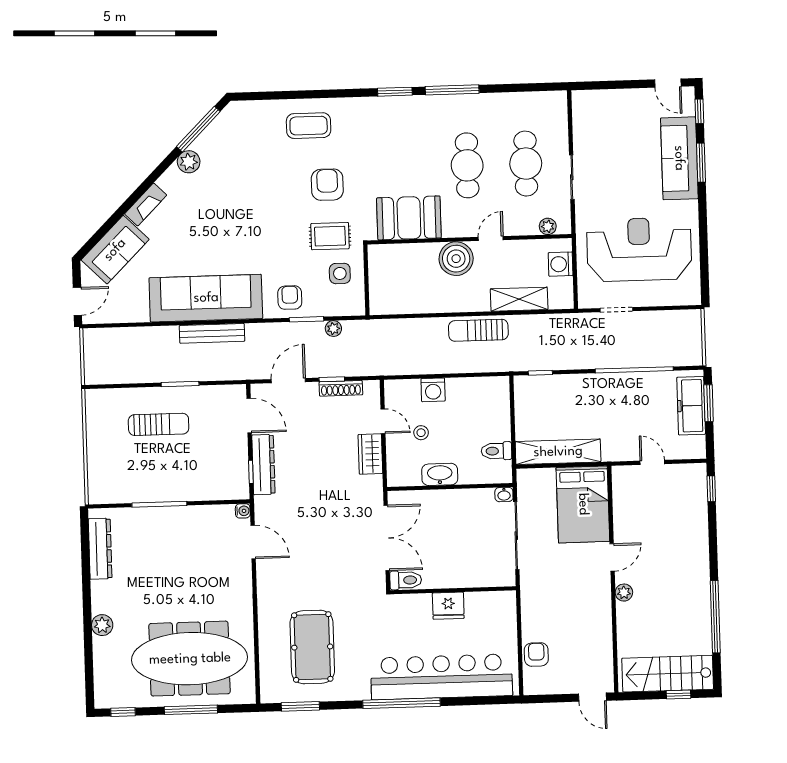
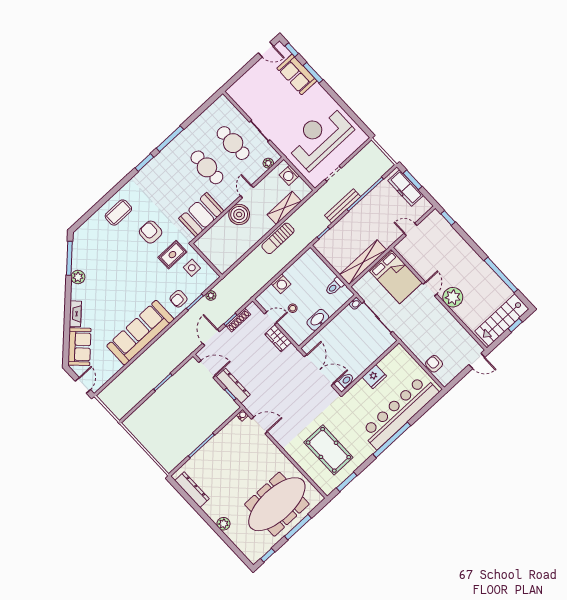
sofa: (679, 158) -> (297, 75), width x0.73
armchair: (290, 298) -> (179, 299), turned -90
bench: (212, 333) -> (343, 206), moved
sun lounger: (159, 424) -> (169, 409), removed
plant: (624, 593) -> (453, 297), width x1.87, depth x1.87

